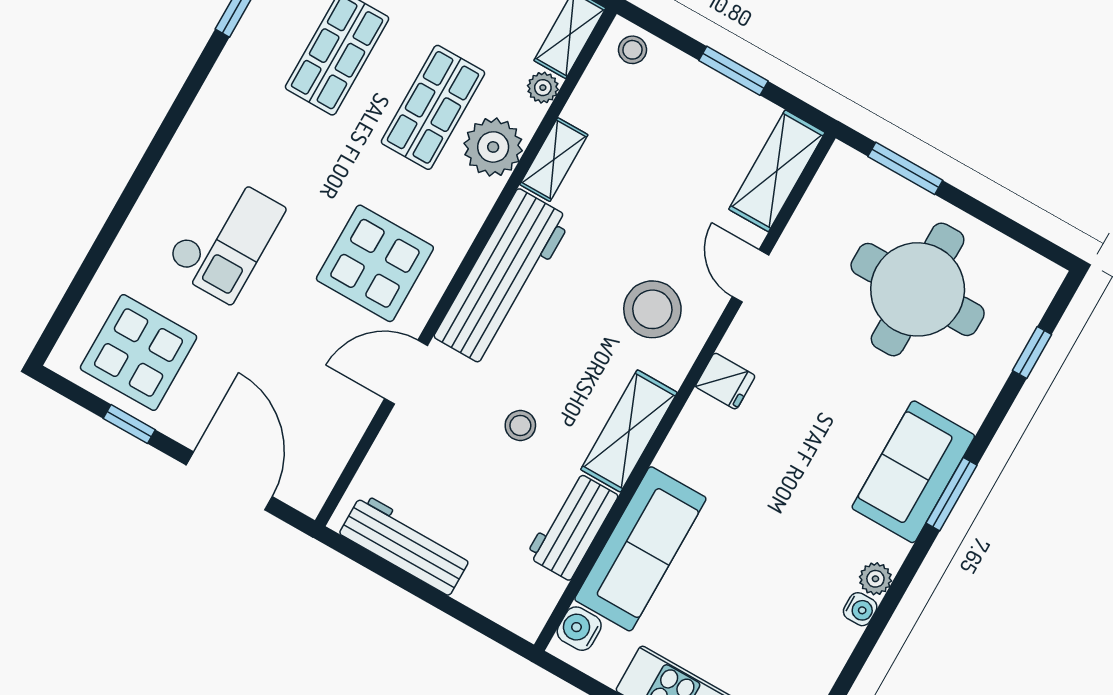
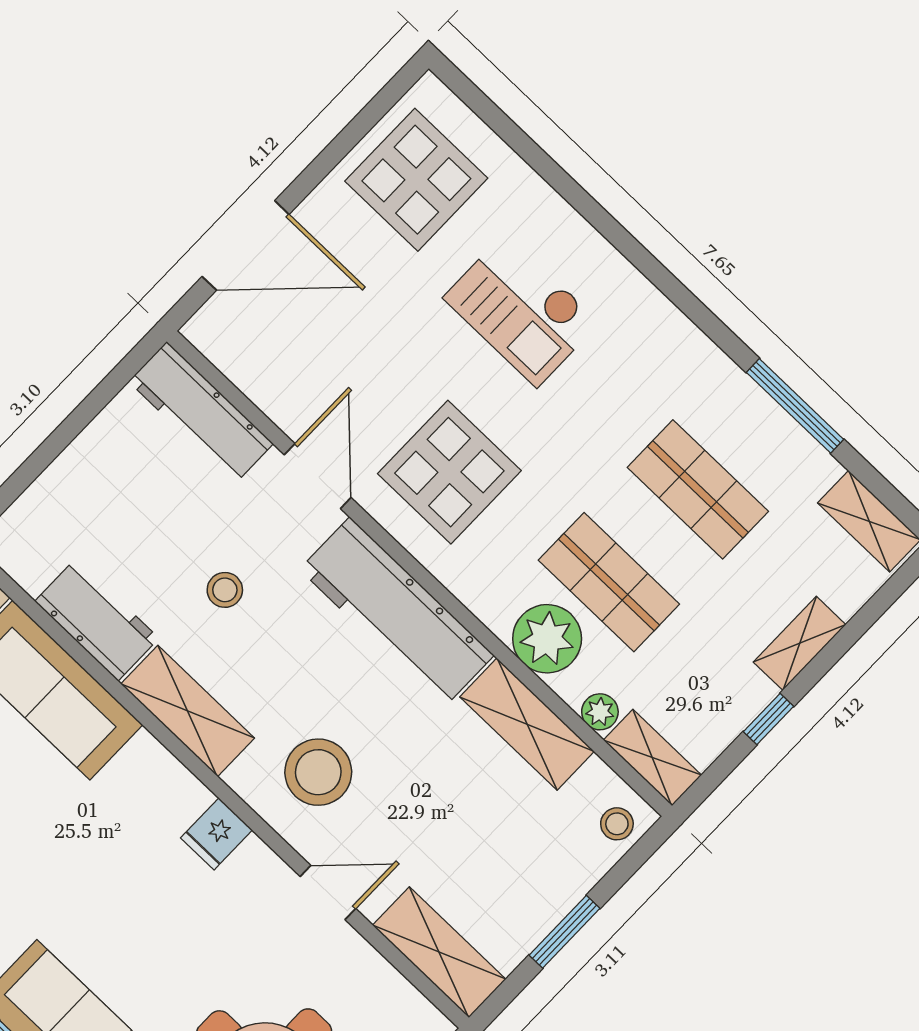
shelving: (554, 160) -> (527, 724), width x1.50, depth x1.33
window: (129, 424) -> (338, 149), removed
workbench: (406, 544) -> (201, 413), moved, turned 90

